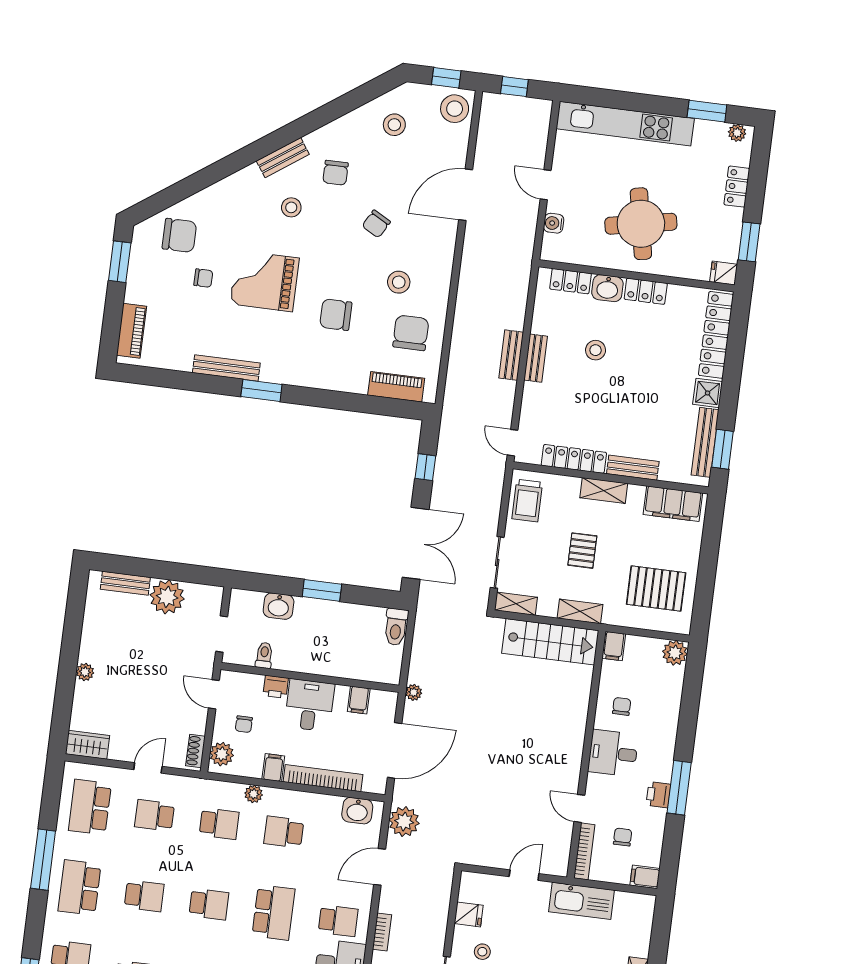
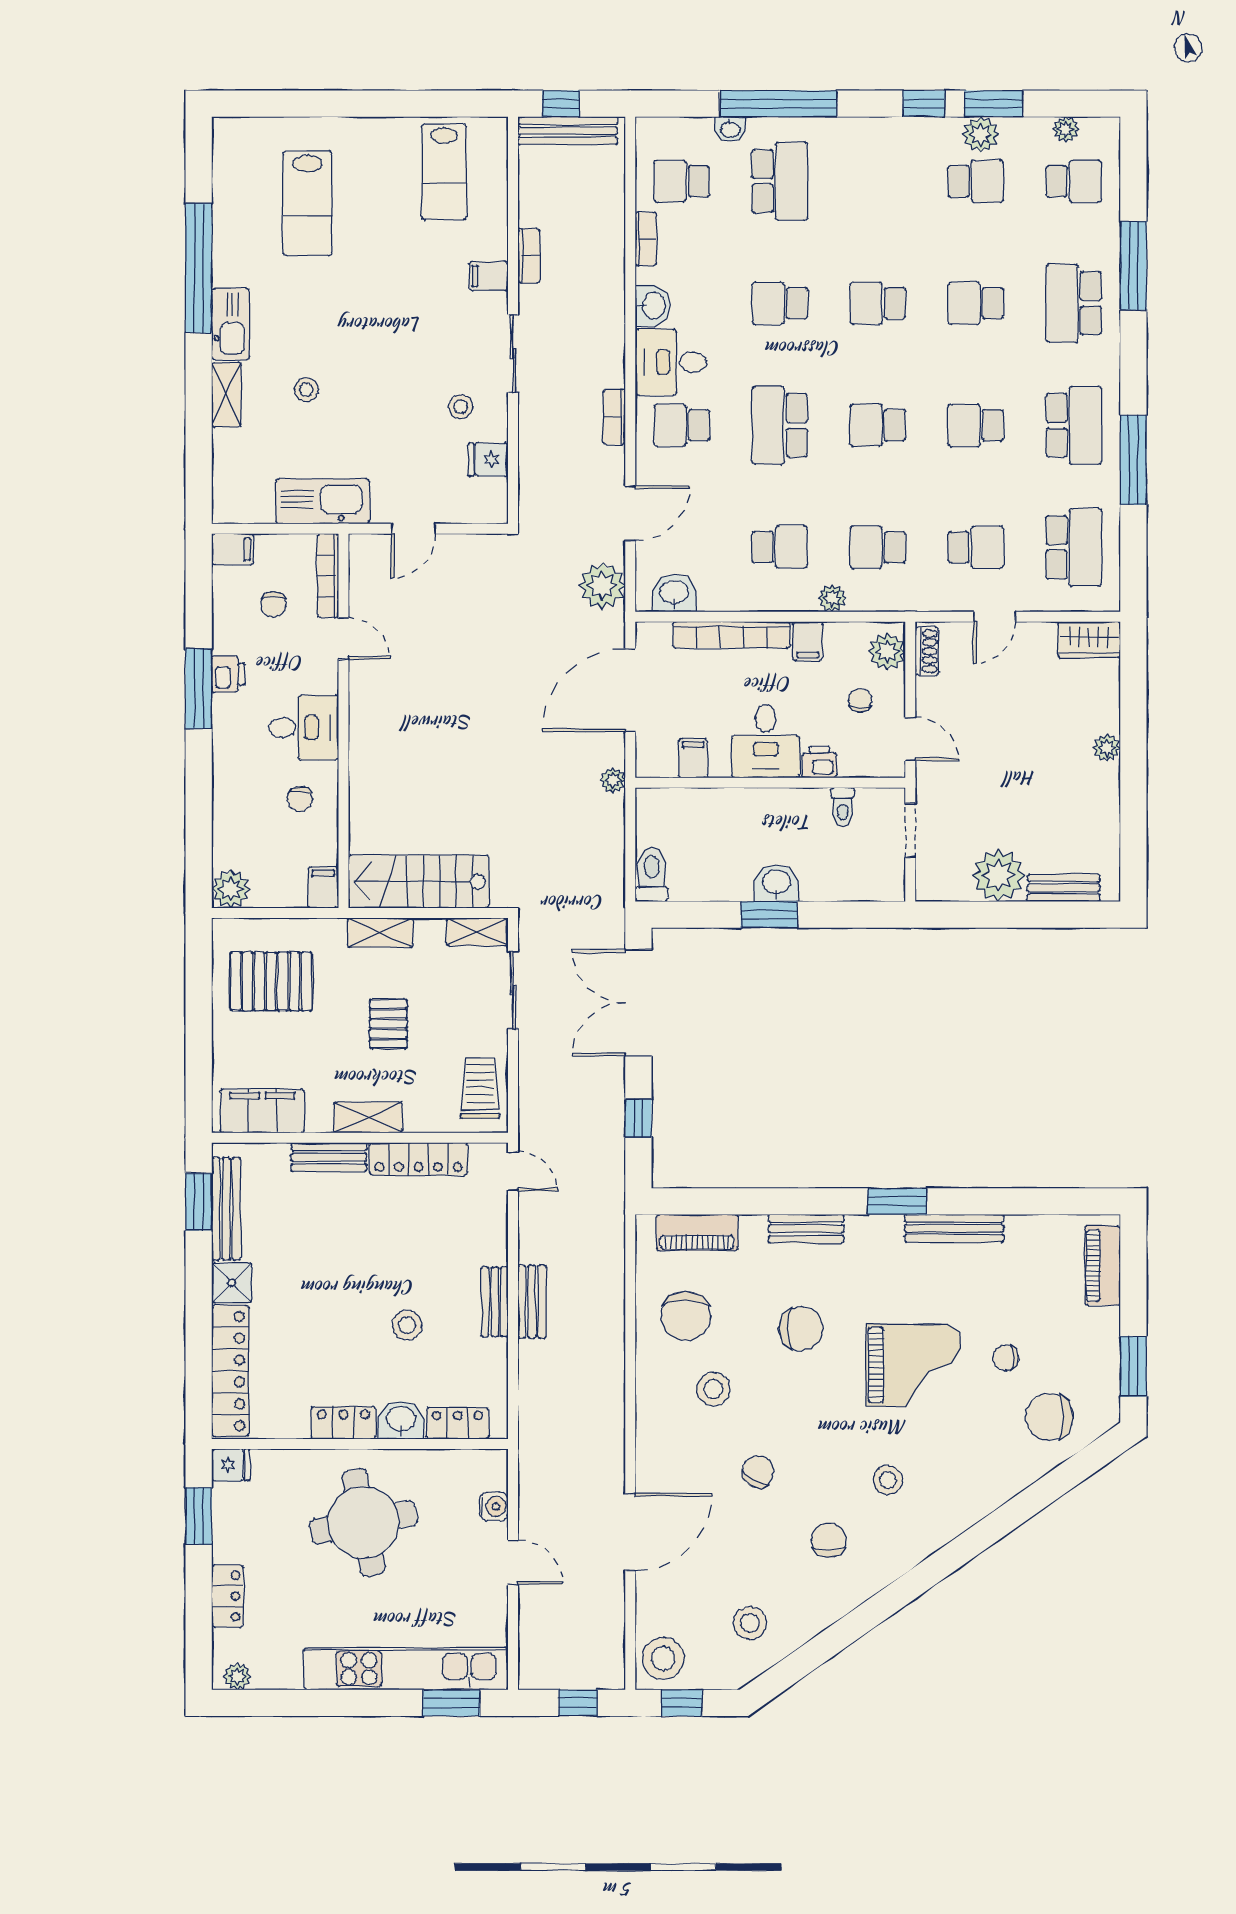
window: (707, 111) -> (452, 1703), moved
bench: (283, 158) -> (806, 1229), moved, turned 35
washbasin: (279, 606) -> (776, 883), moved

